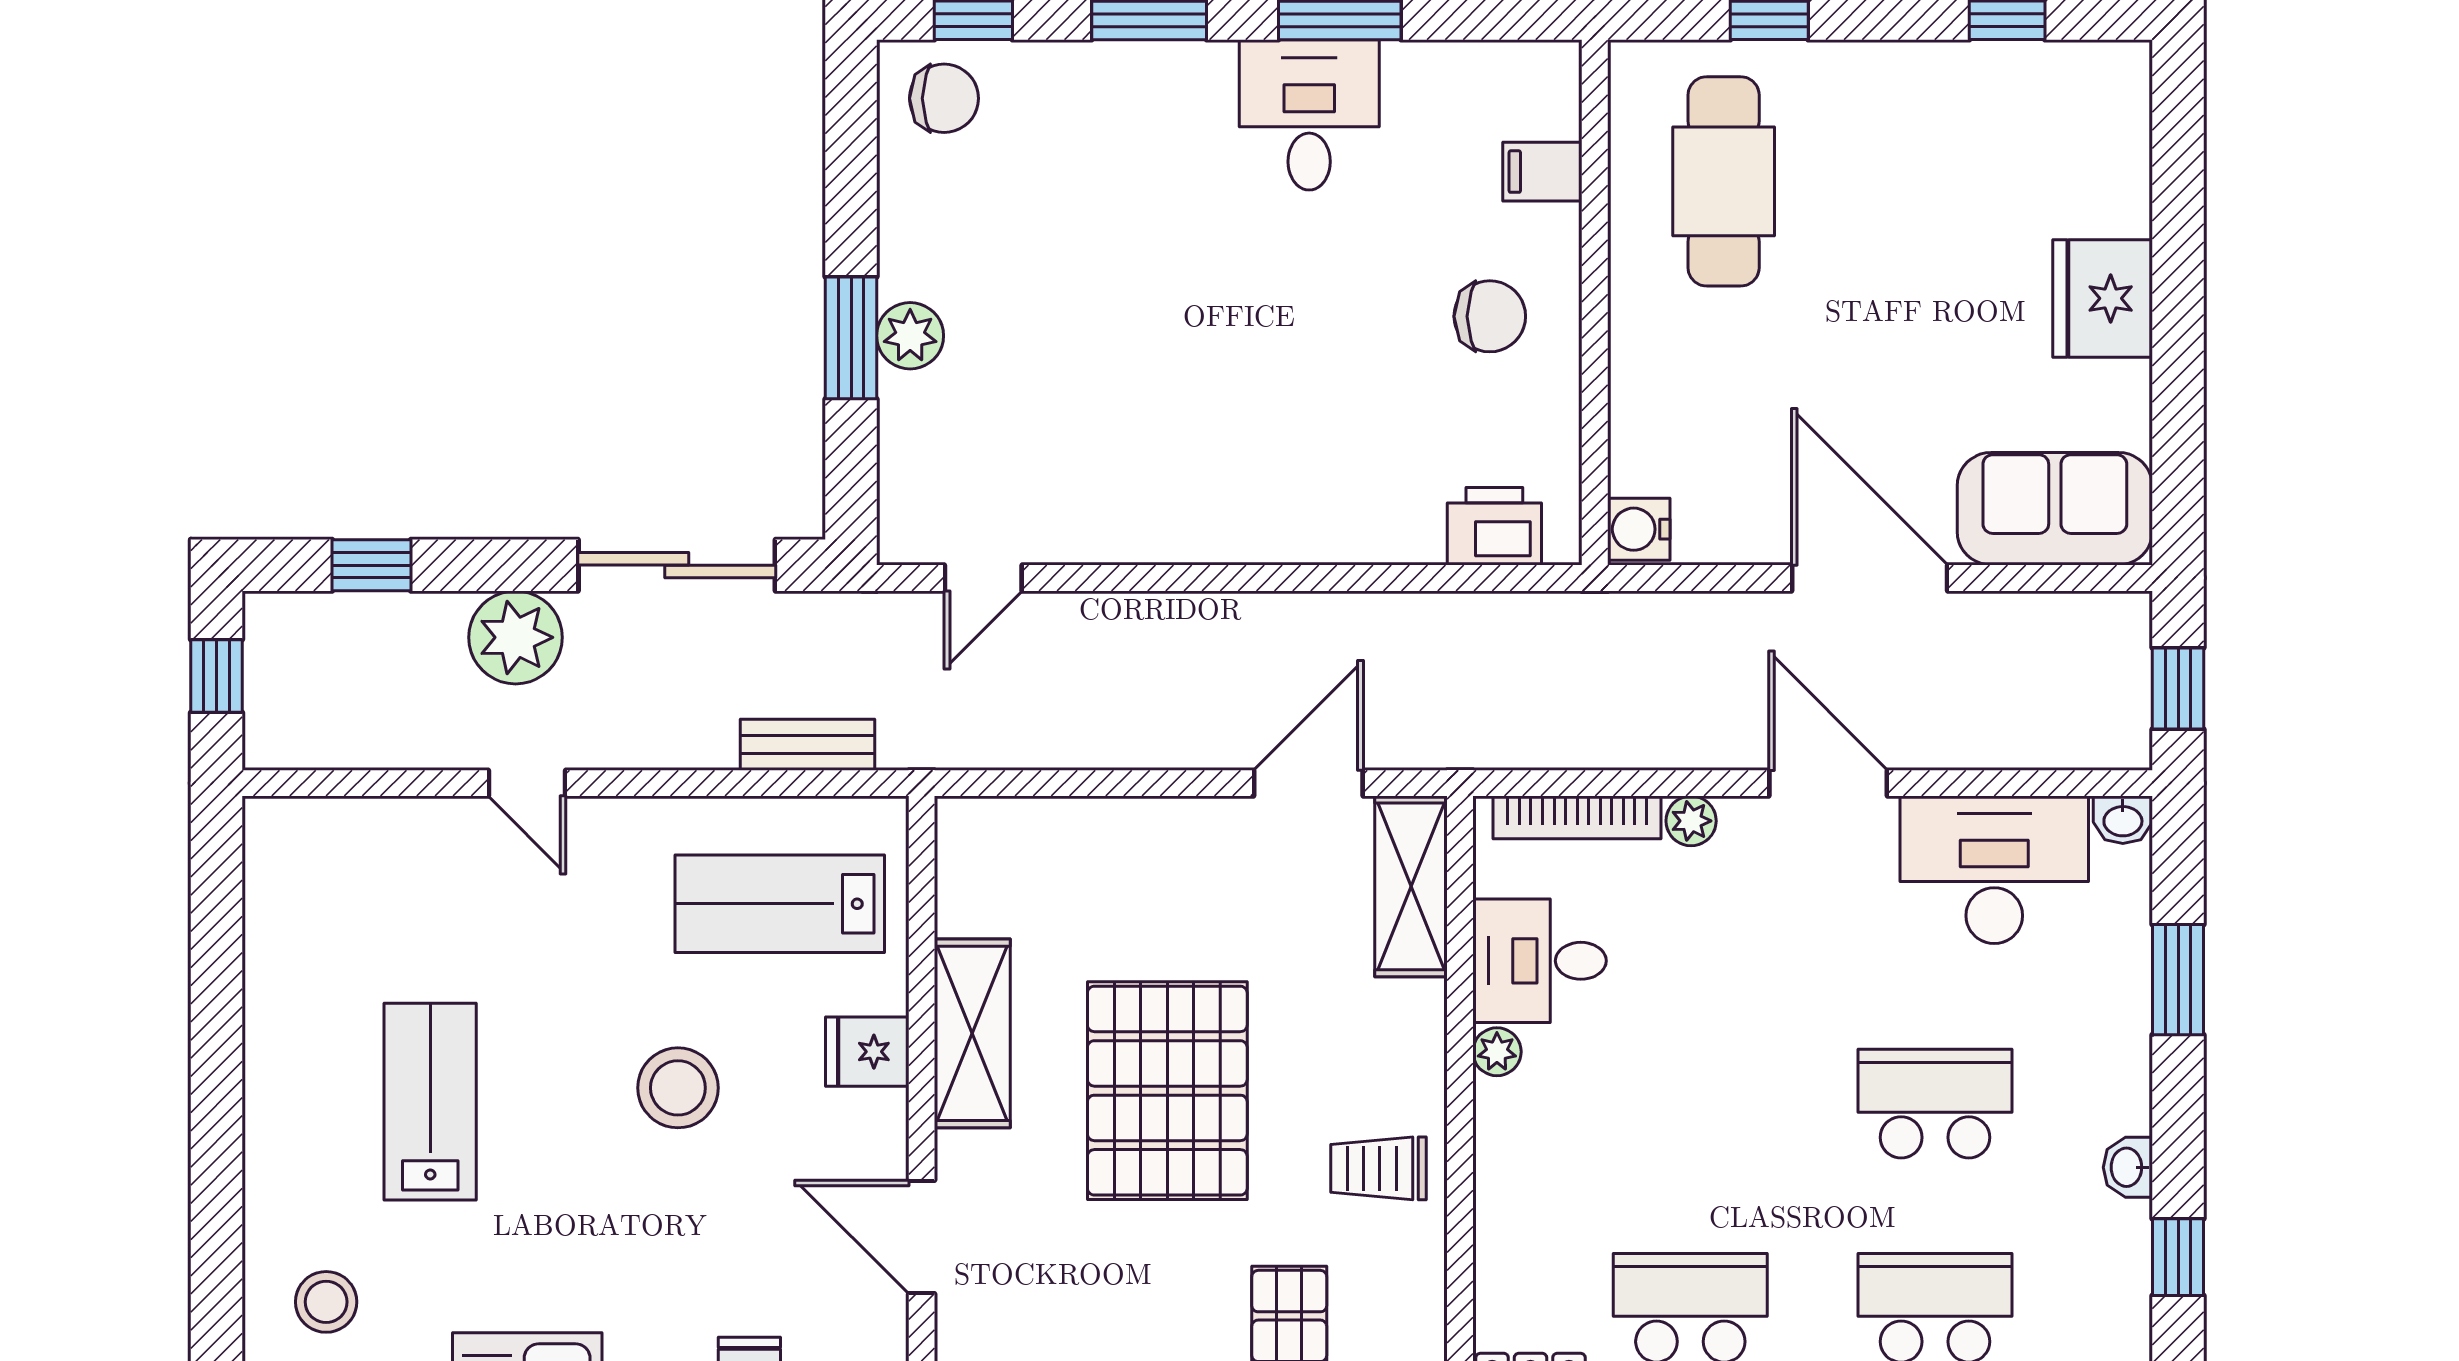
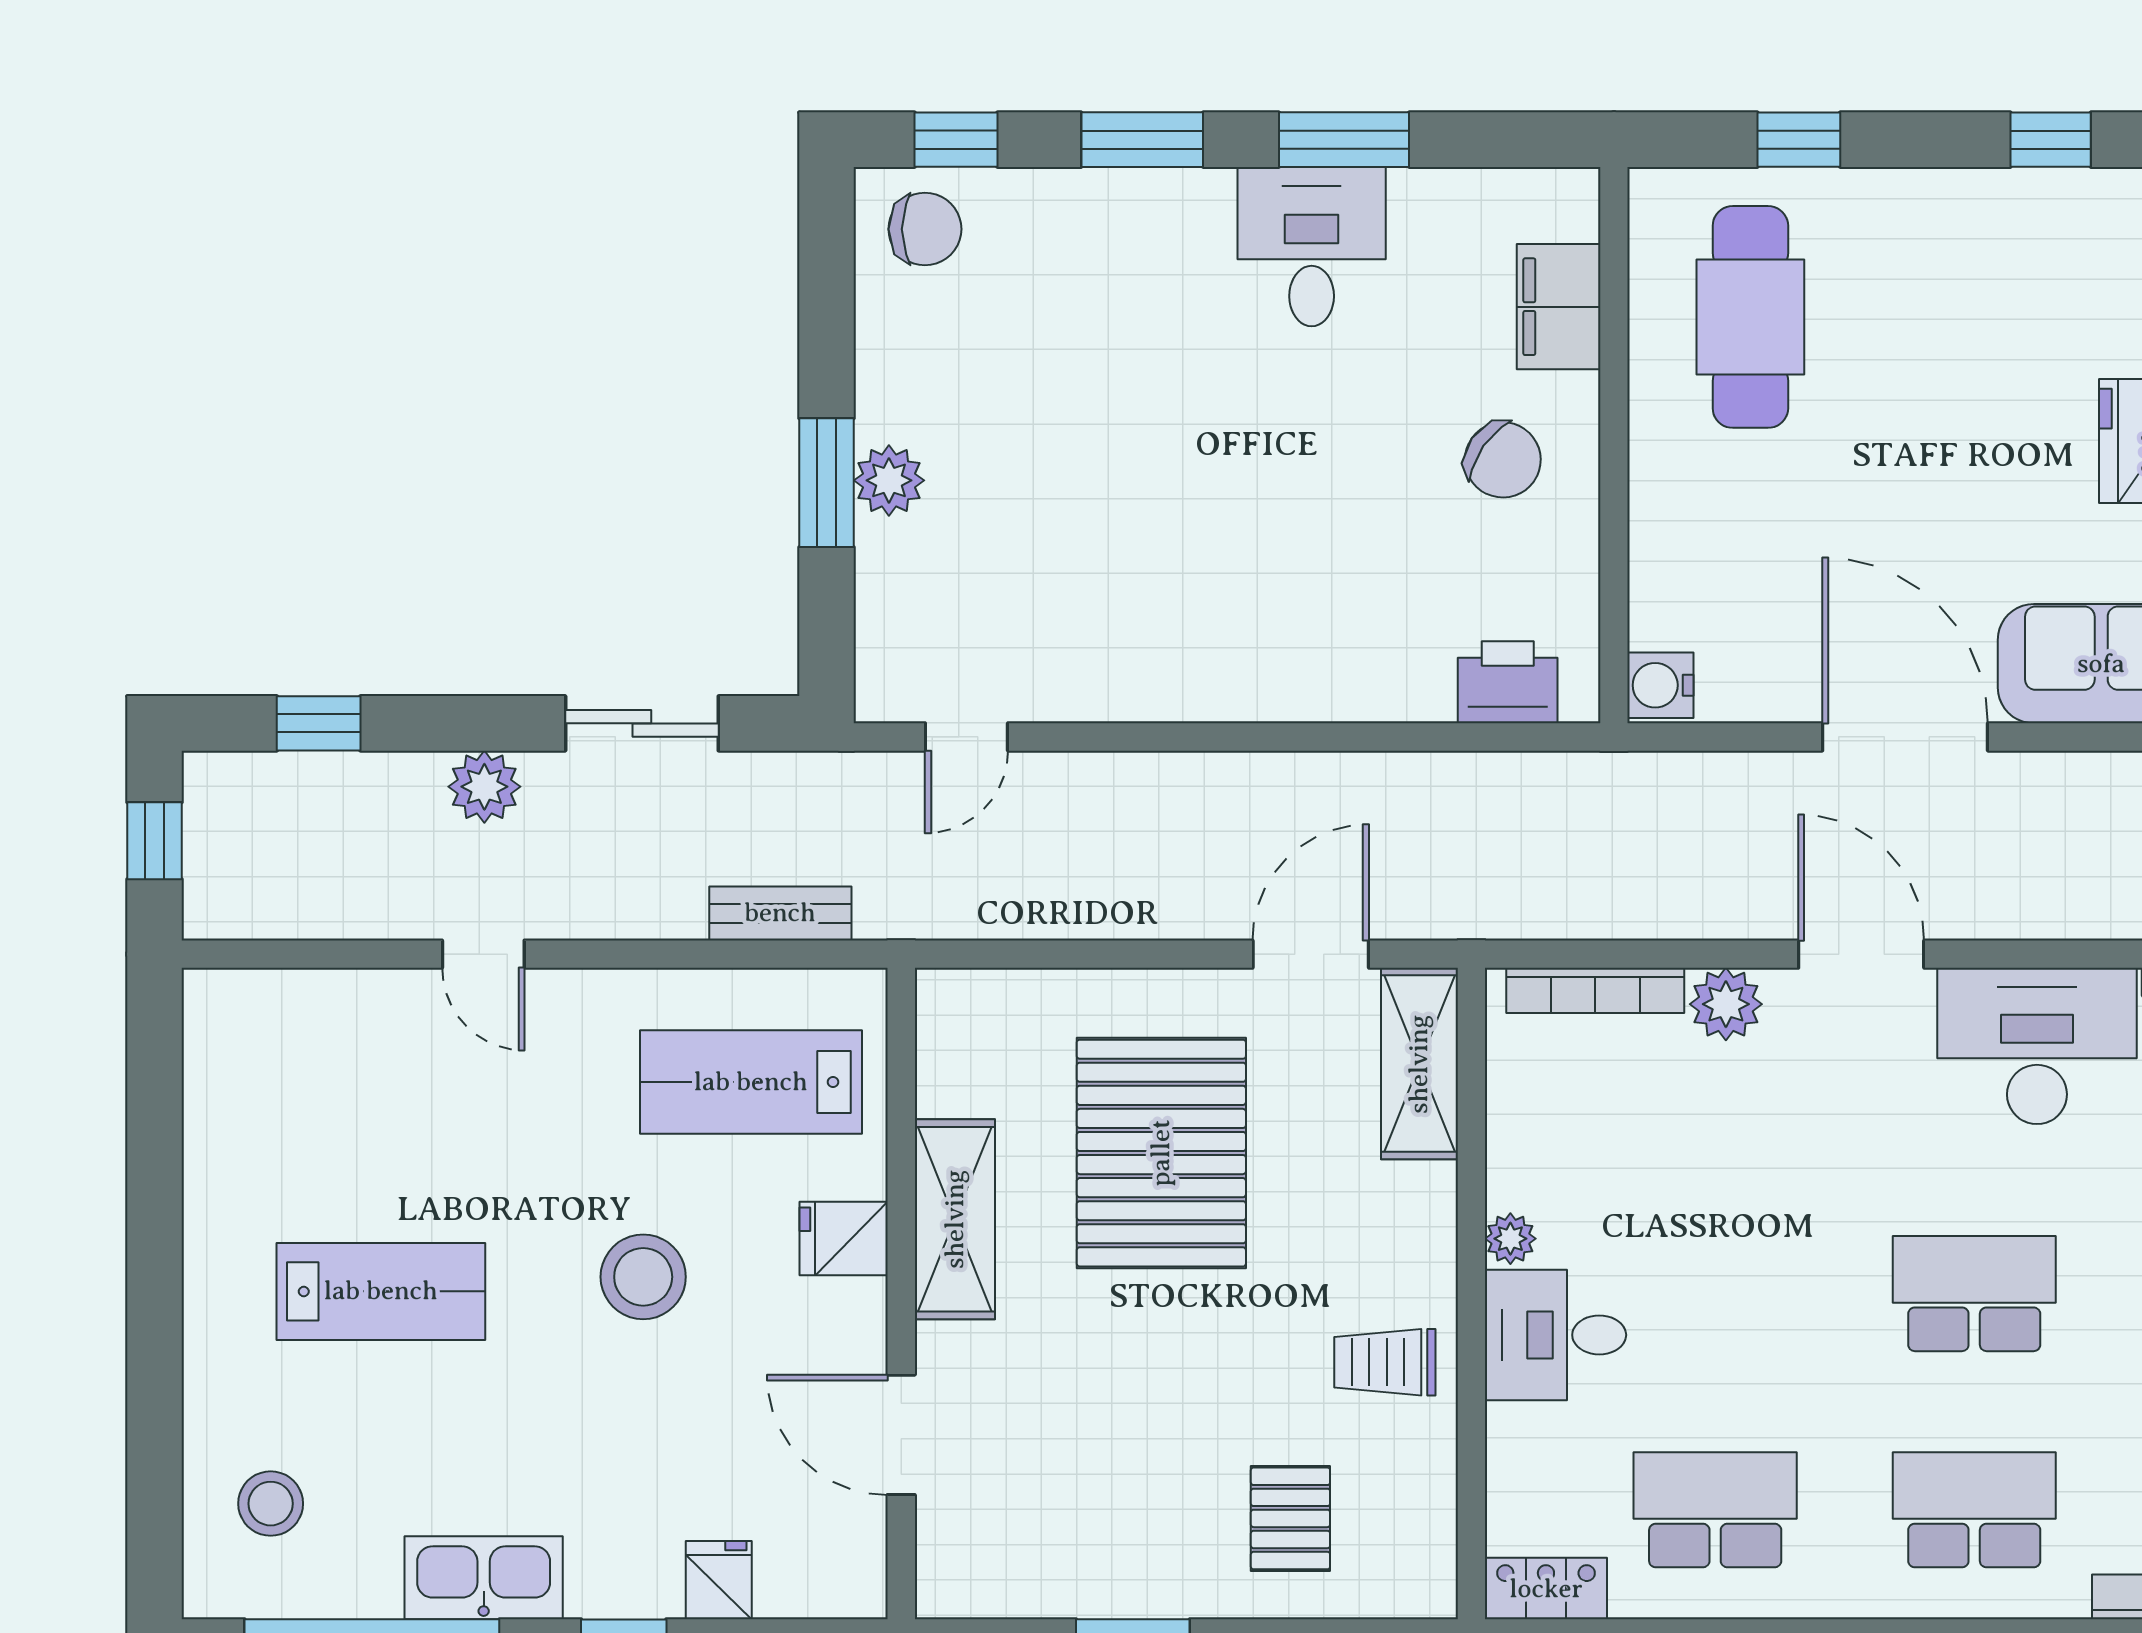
filing cabinet: (1542, 172) -> (1559, 307), width x2.00
chair: (1490, 316) -> (1503, 460), turned 35
sliding door: (677, 565) -> (642, 723), width x0.73
plant: (516, 637) -> (484, 787), width x0.73, depth x0.73
plant: (1691, 821) -> (1726, 1004), width x1.38, depth x1.38
desk: (1540, 961) -> (1555, 1335), moved
pallet: (1167, 1091) -> (1161, 1153), moved
lab bench: (430, 1102) -> (381, 1291), turned 90

